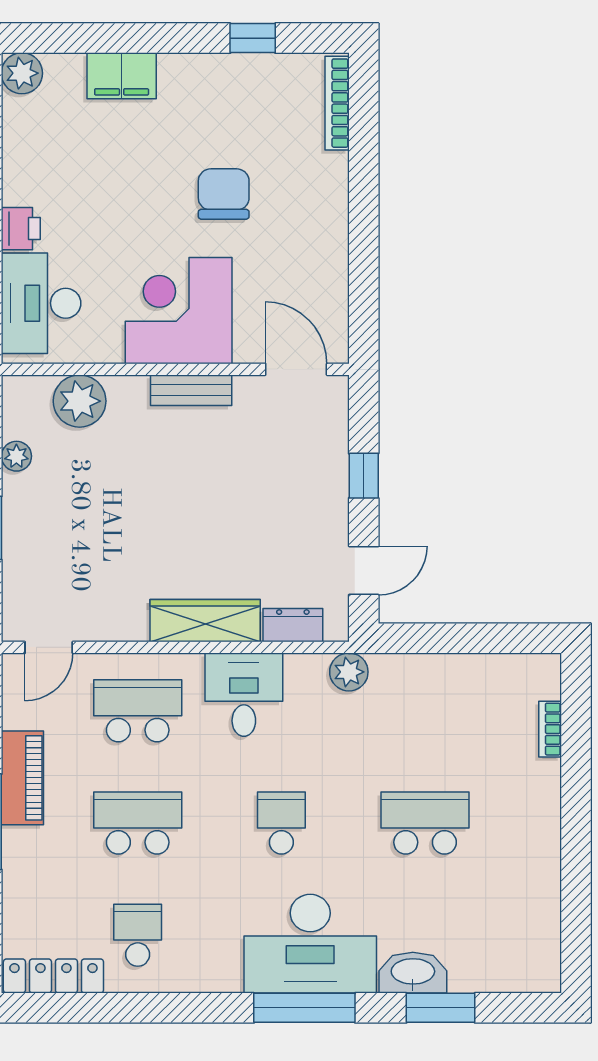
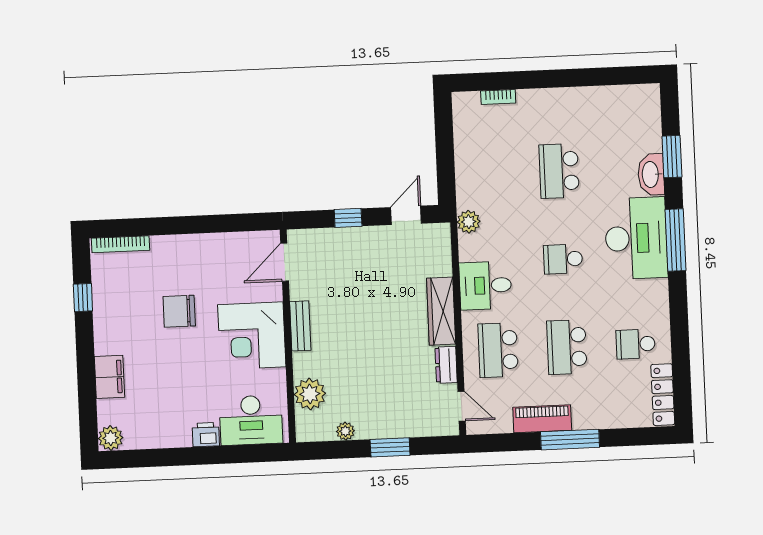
door: (364, 570) -> (406, 215), hinge flipped
dresser: (293, 625) -> (446, 365), moved

